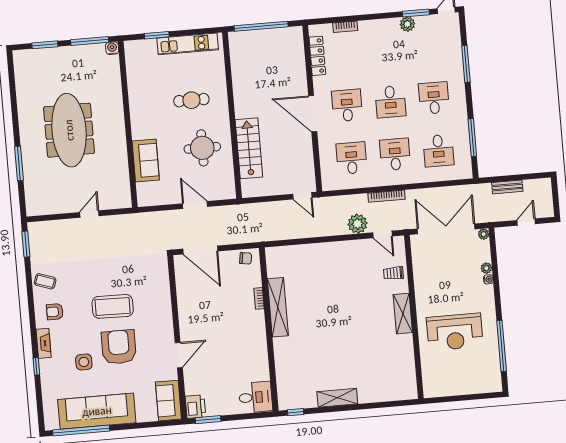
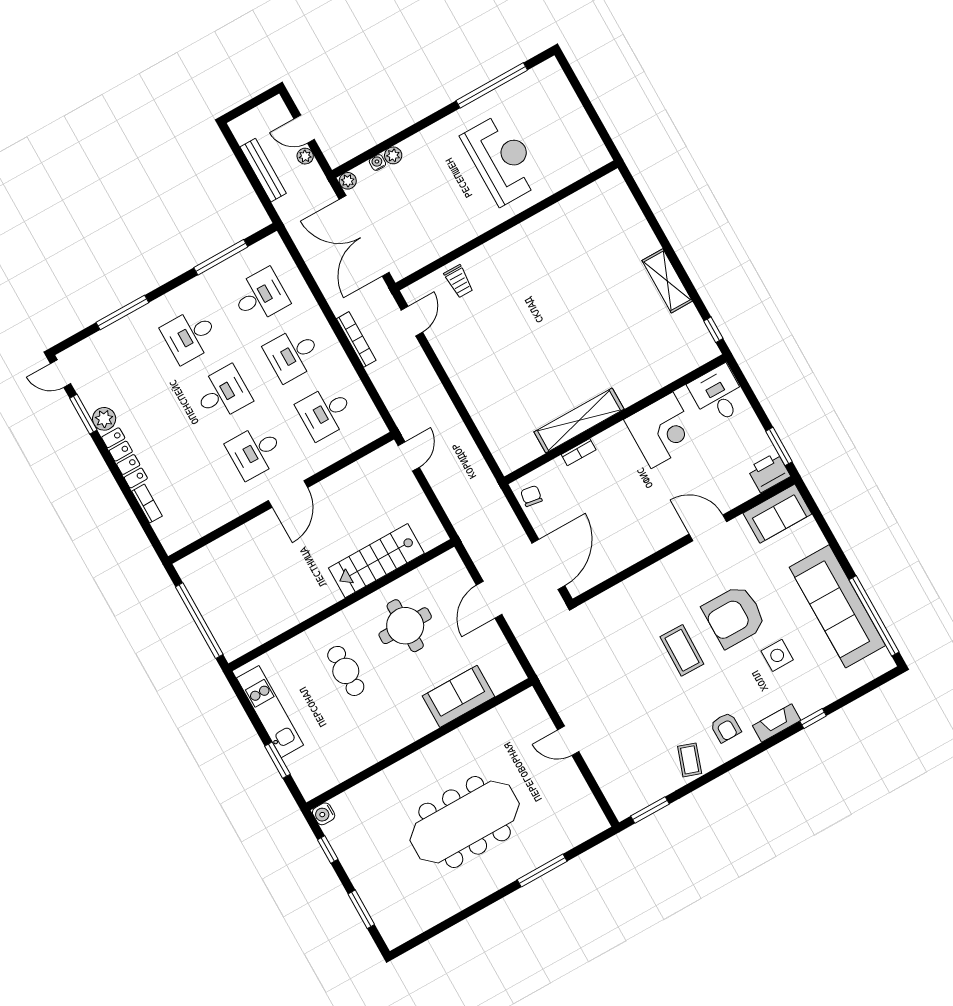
window: (90, 41) -> (328, 850), width x0.46
locker: (317, 56) -> (124, 458), moved, turned 90
door: (313, 114) -> (288, 494), width x0.73
bench: (507, 187) -> (263, 170), width x1.36
plant: (357, 224) -> (305, 156), moved, width x0.53, depth x0.53
water cooler: (488, 279) -> (377, 163), moved
coffee table: (113, 306) -> (682, 650), width x0.73, depth x0.76
shelving: (403, 314) -> (509, 243), removed
corner desk: (249, 354) -> (662, 430), added

